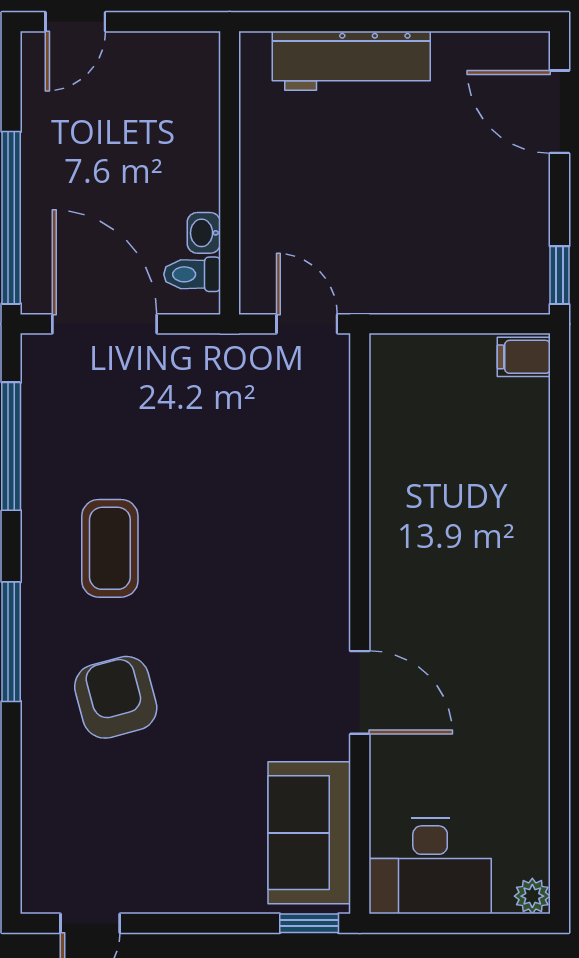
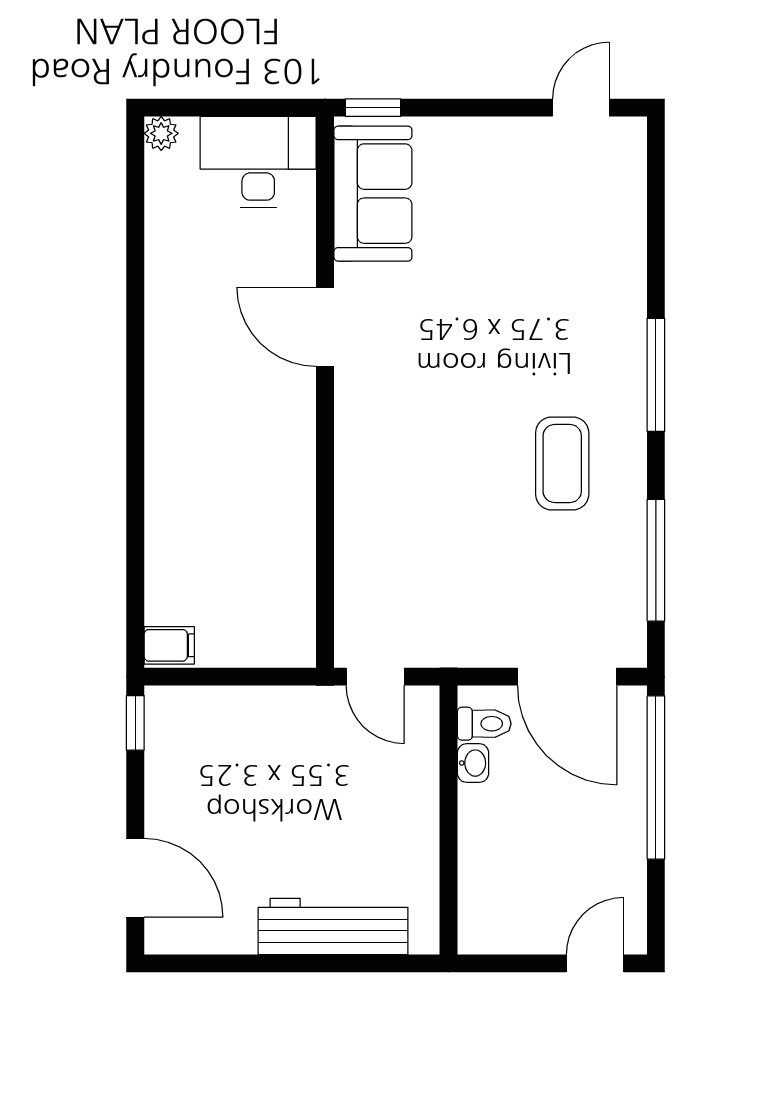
armchair: (116, 697) -> (557, 322), removed

